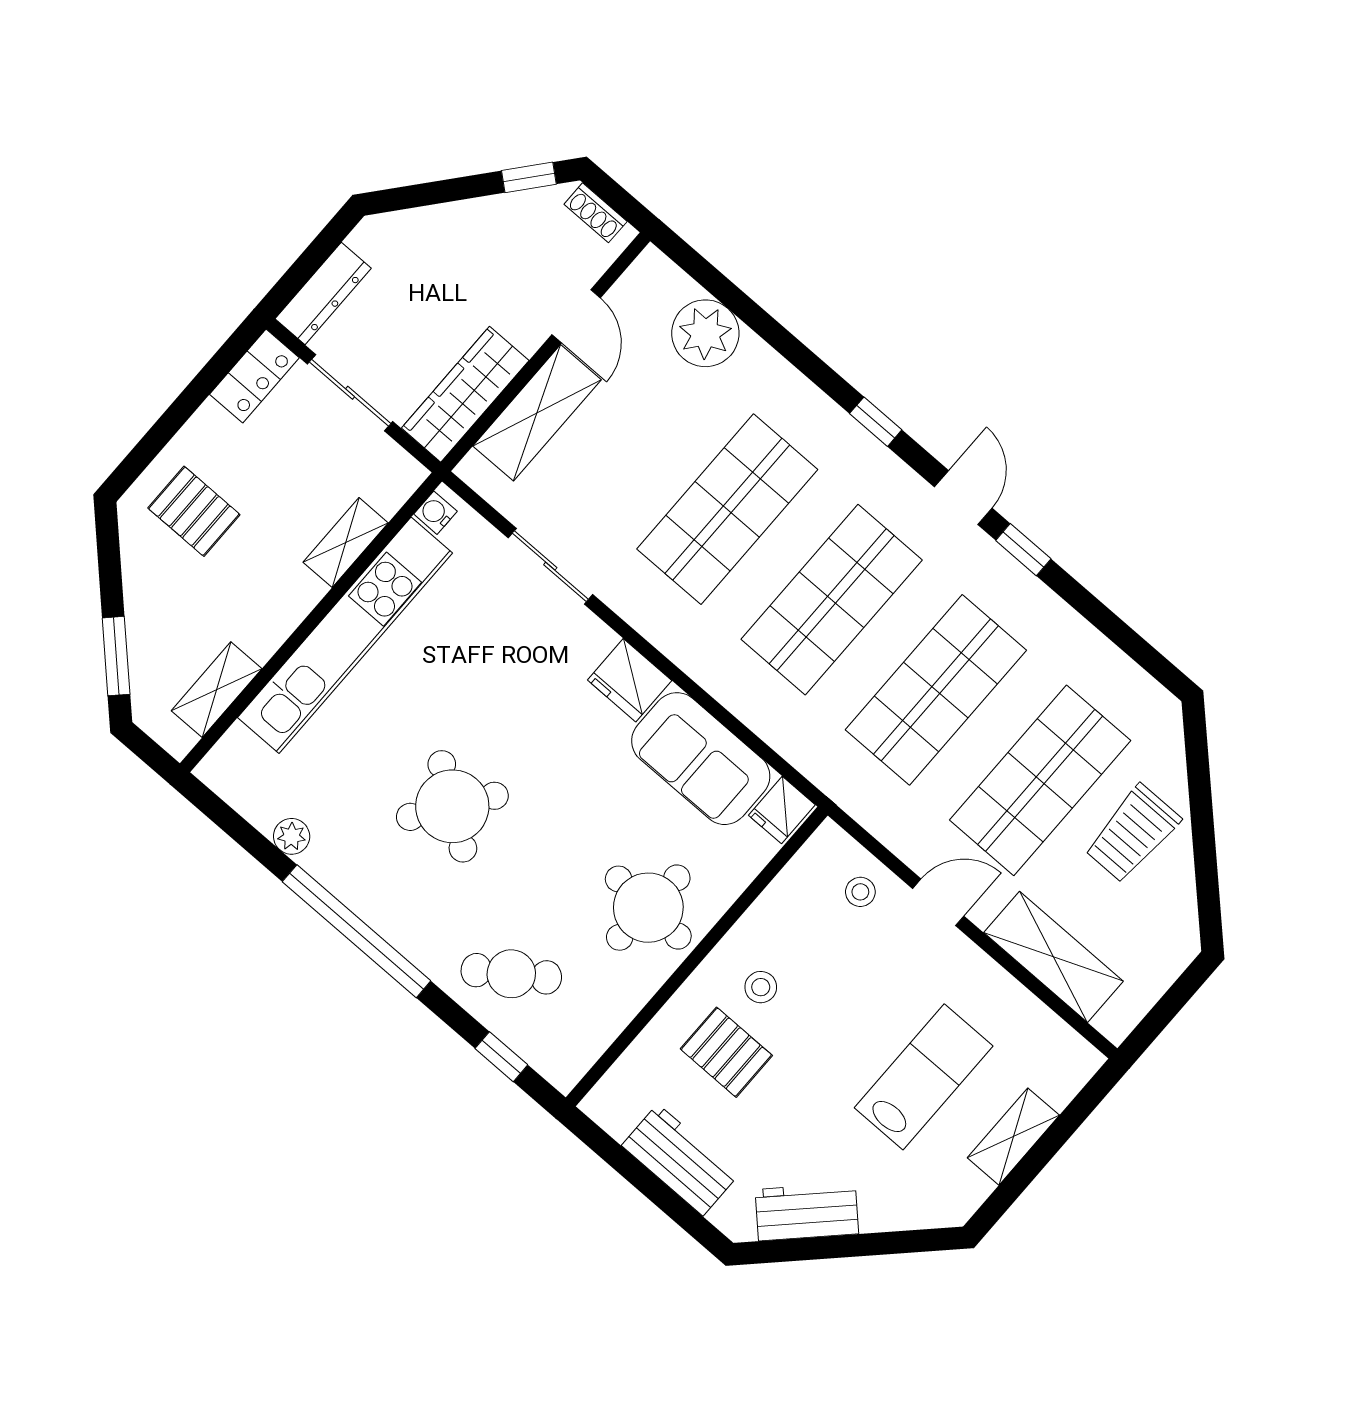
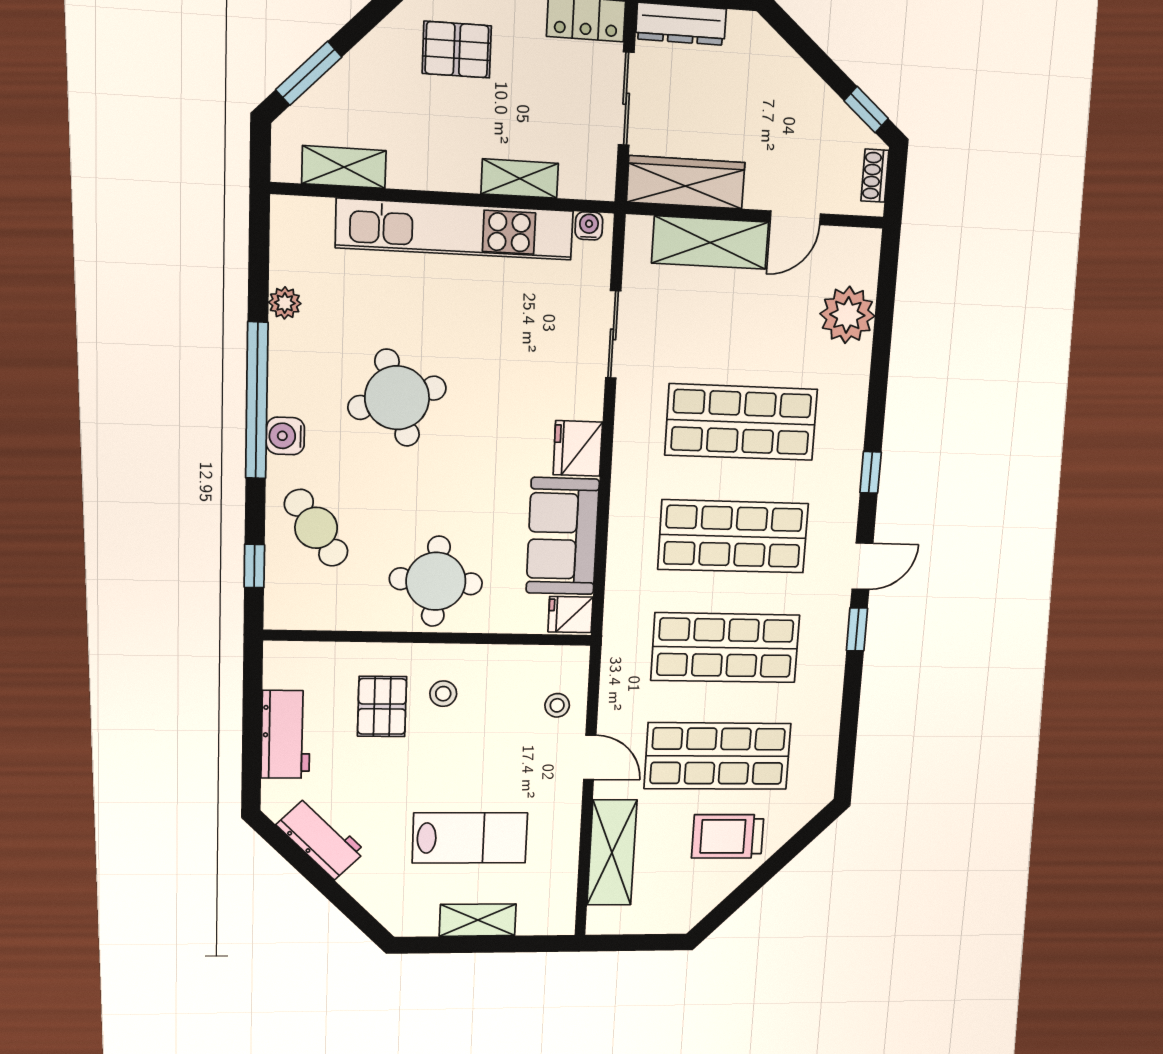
pallet: (194, 511) -> (457, 50), turned 90
round table: (452, 806) -> (397, 398), turned 38
water cooler: (407, 932) -> (285, 436), added

